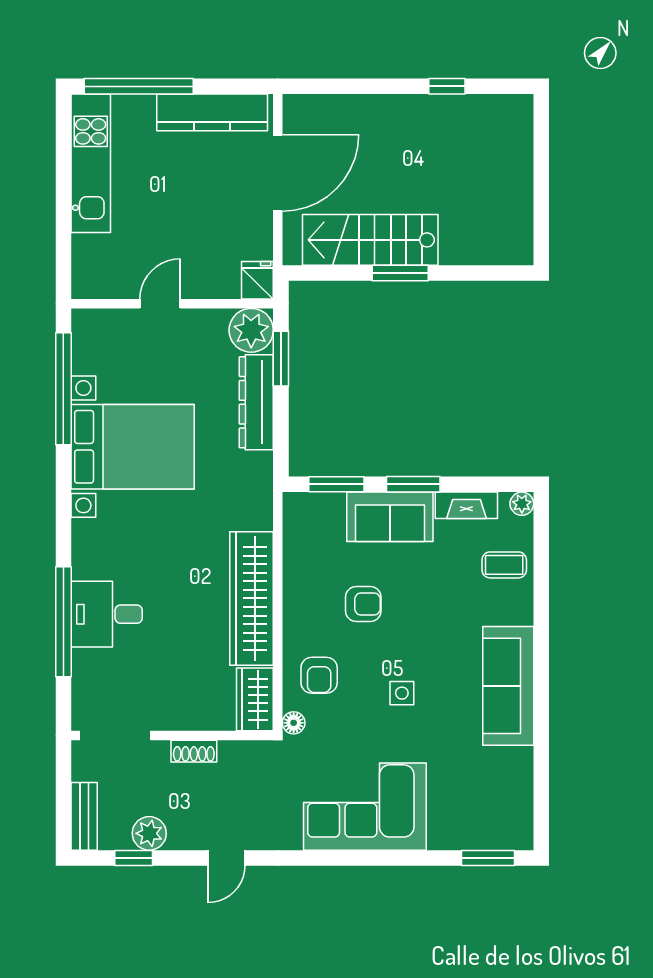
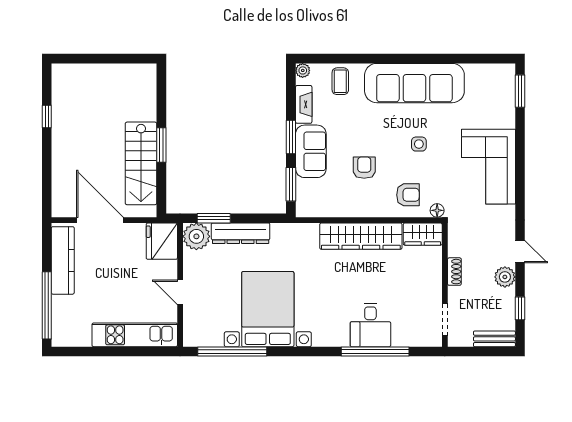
kitchen unit: (91, 163) -> (135, 335), moved
fridge: (257, 280) -> (162, 241), width x1.88, depth x1.34
sofa: (508, 686) -> (414, 83), width x1.36, depth x1.27
doorway: (115, 735) -> (445, 320), width x0.73
plant: (149, 833) -> (505, 277), moved

